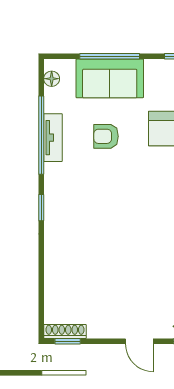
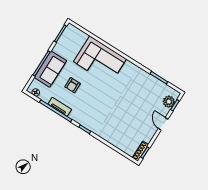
door: (139, 341) -> (163, 124), swing flipped

